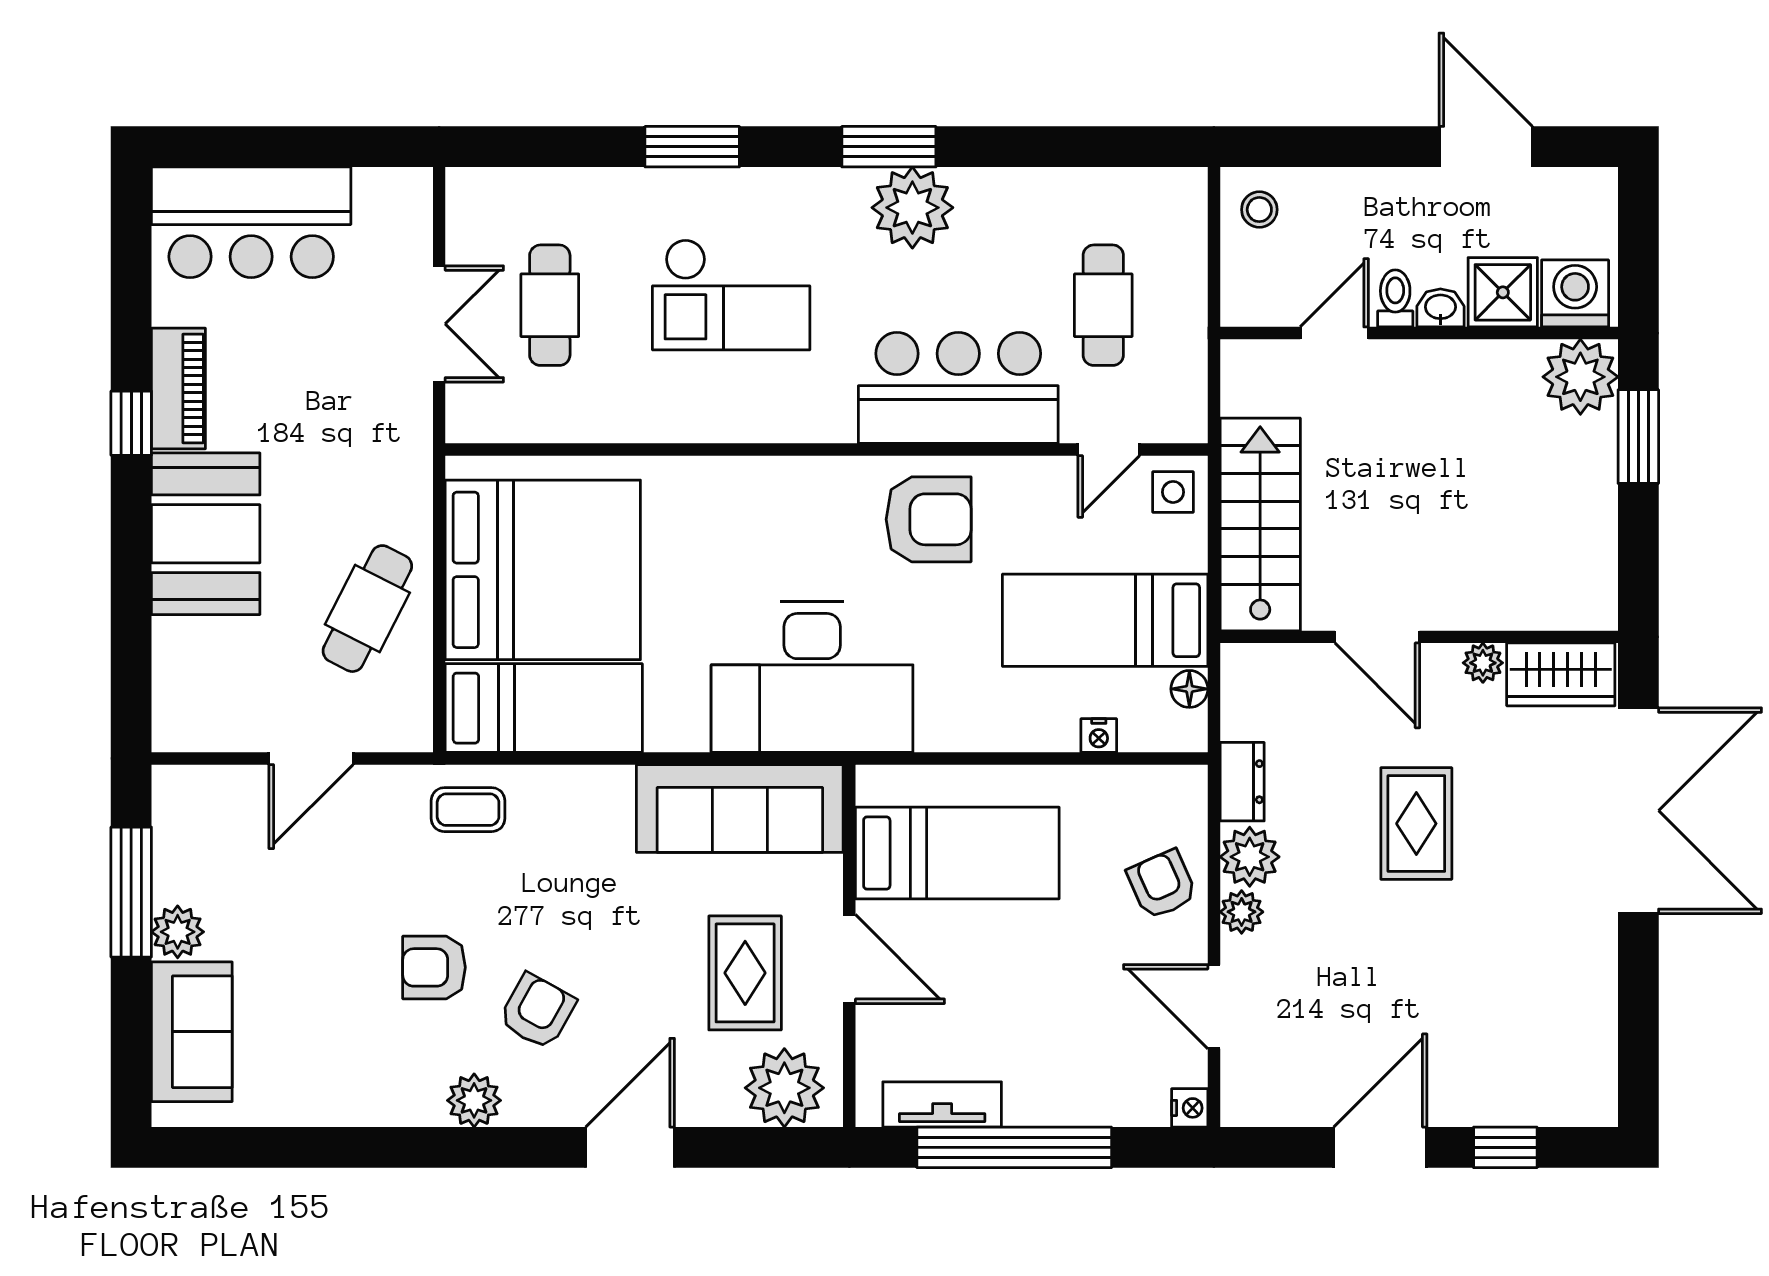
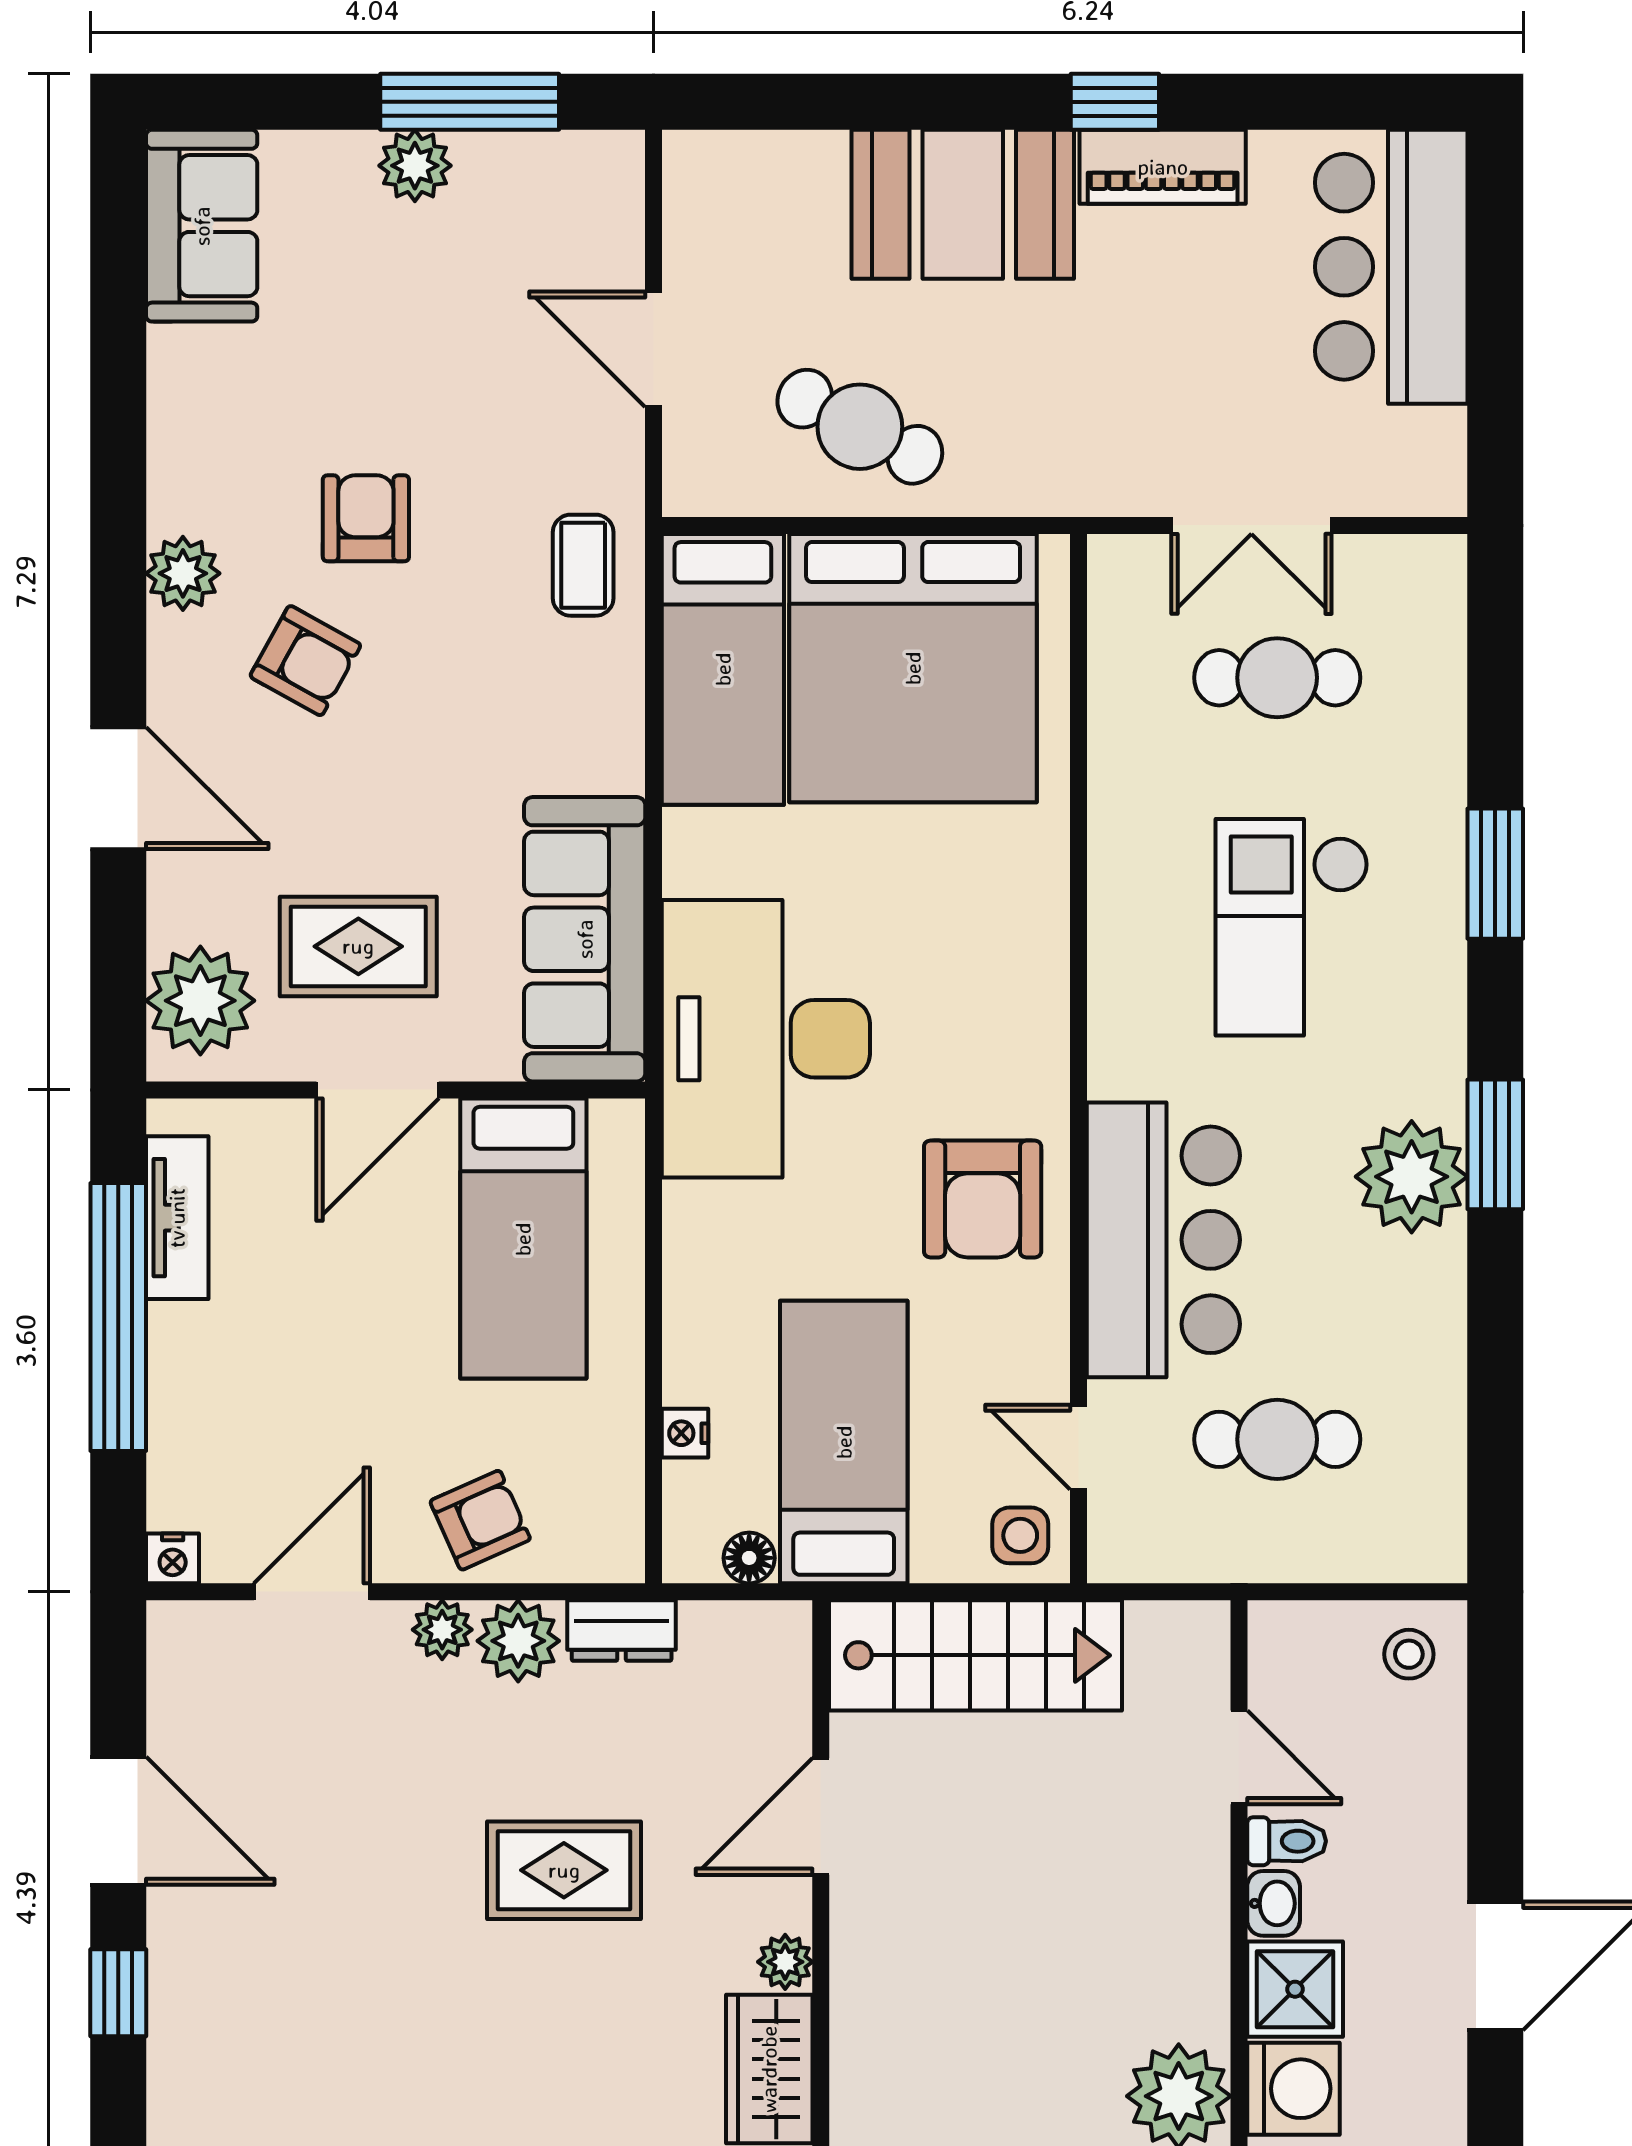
sofa: (192, 1032) -> (202, 226), moved, turned -90

